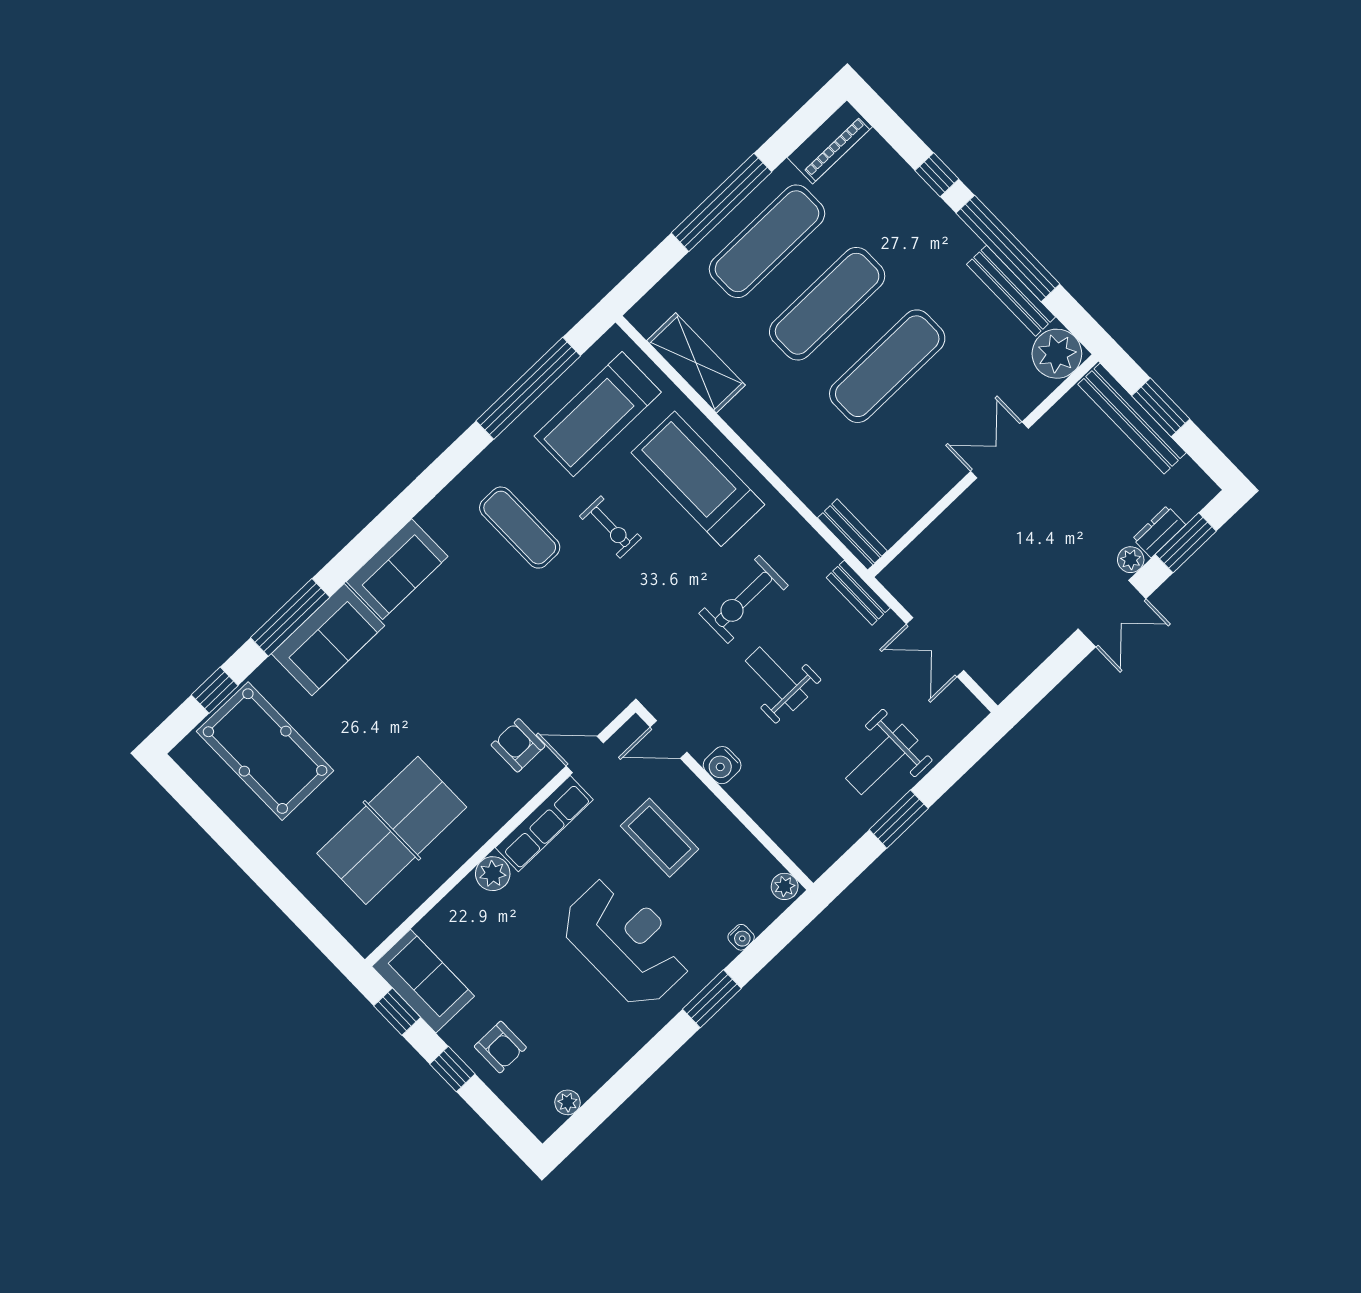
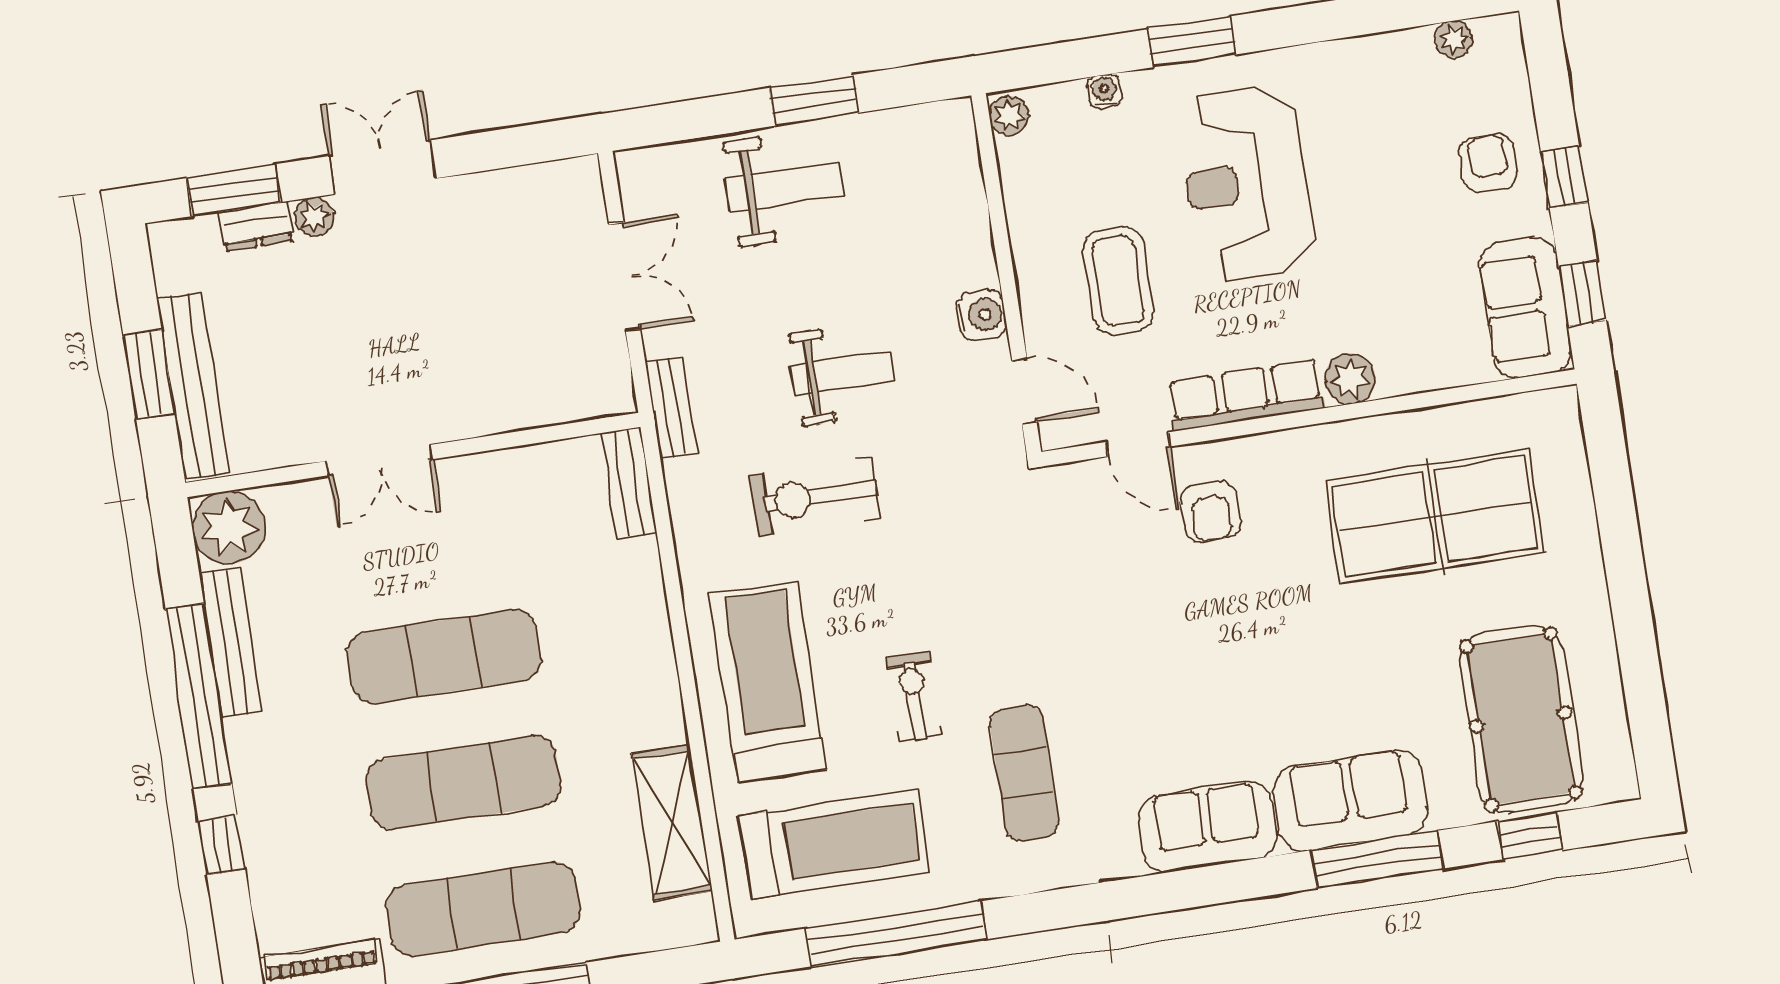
treadmill: (698, 479) -> (768, 681), turned 180
exercise bike: (744, 599) -> (815, 497), turned 180
weight bench: (776, 679) -> (843, 373), turned -90

